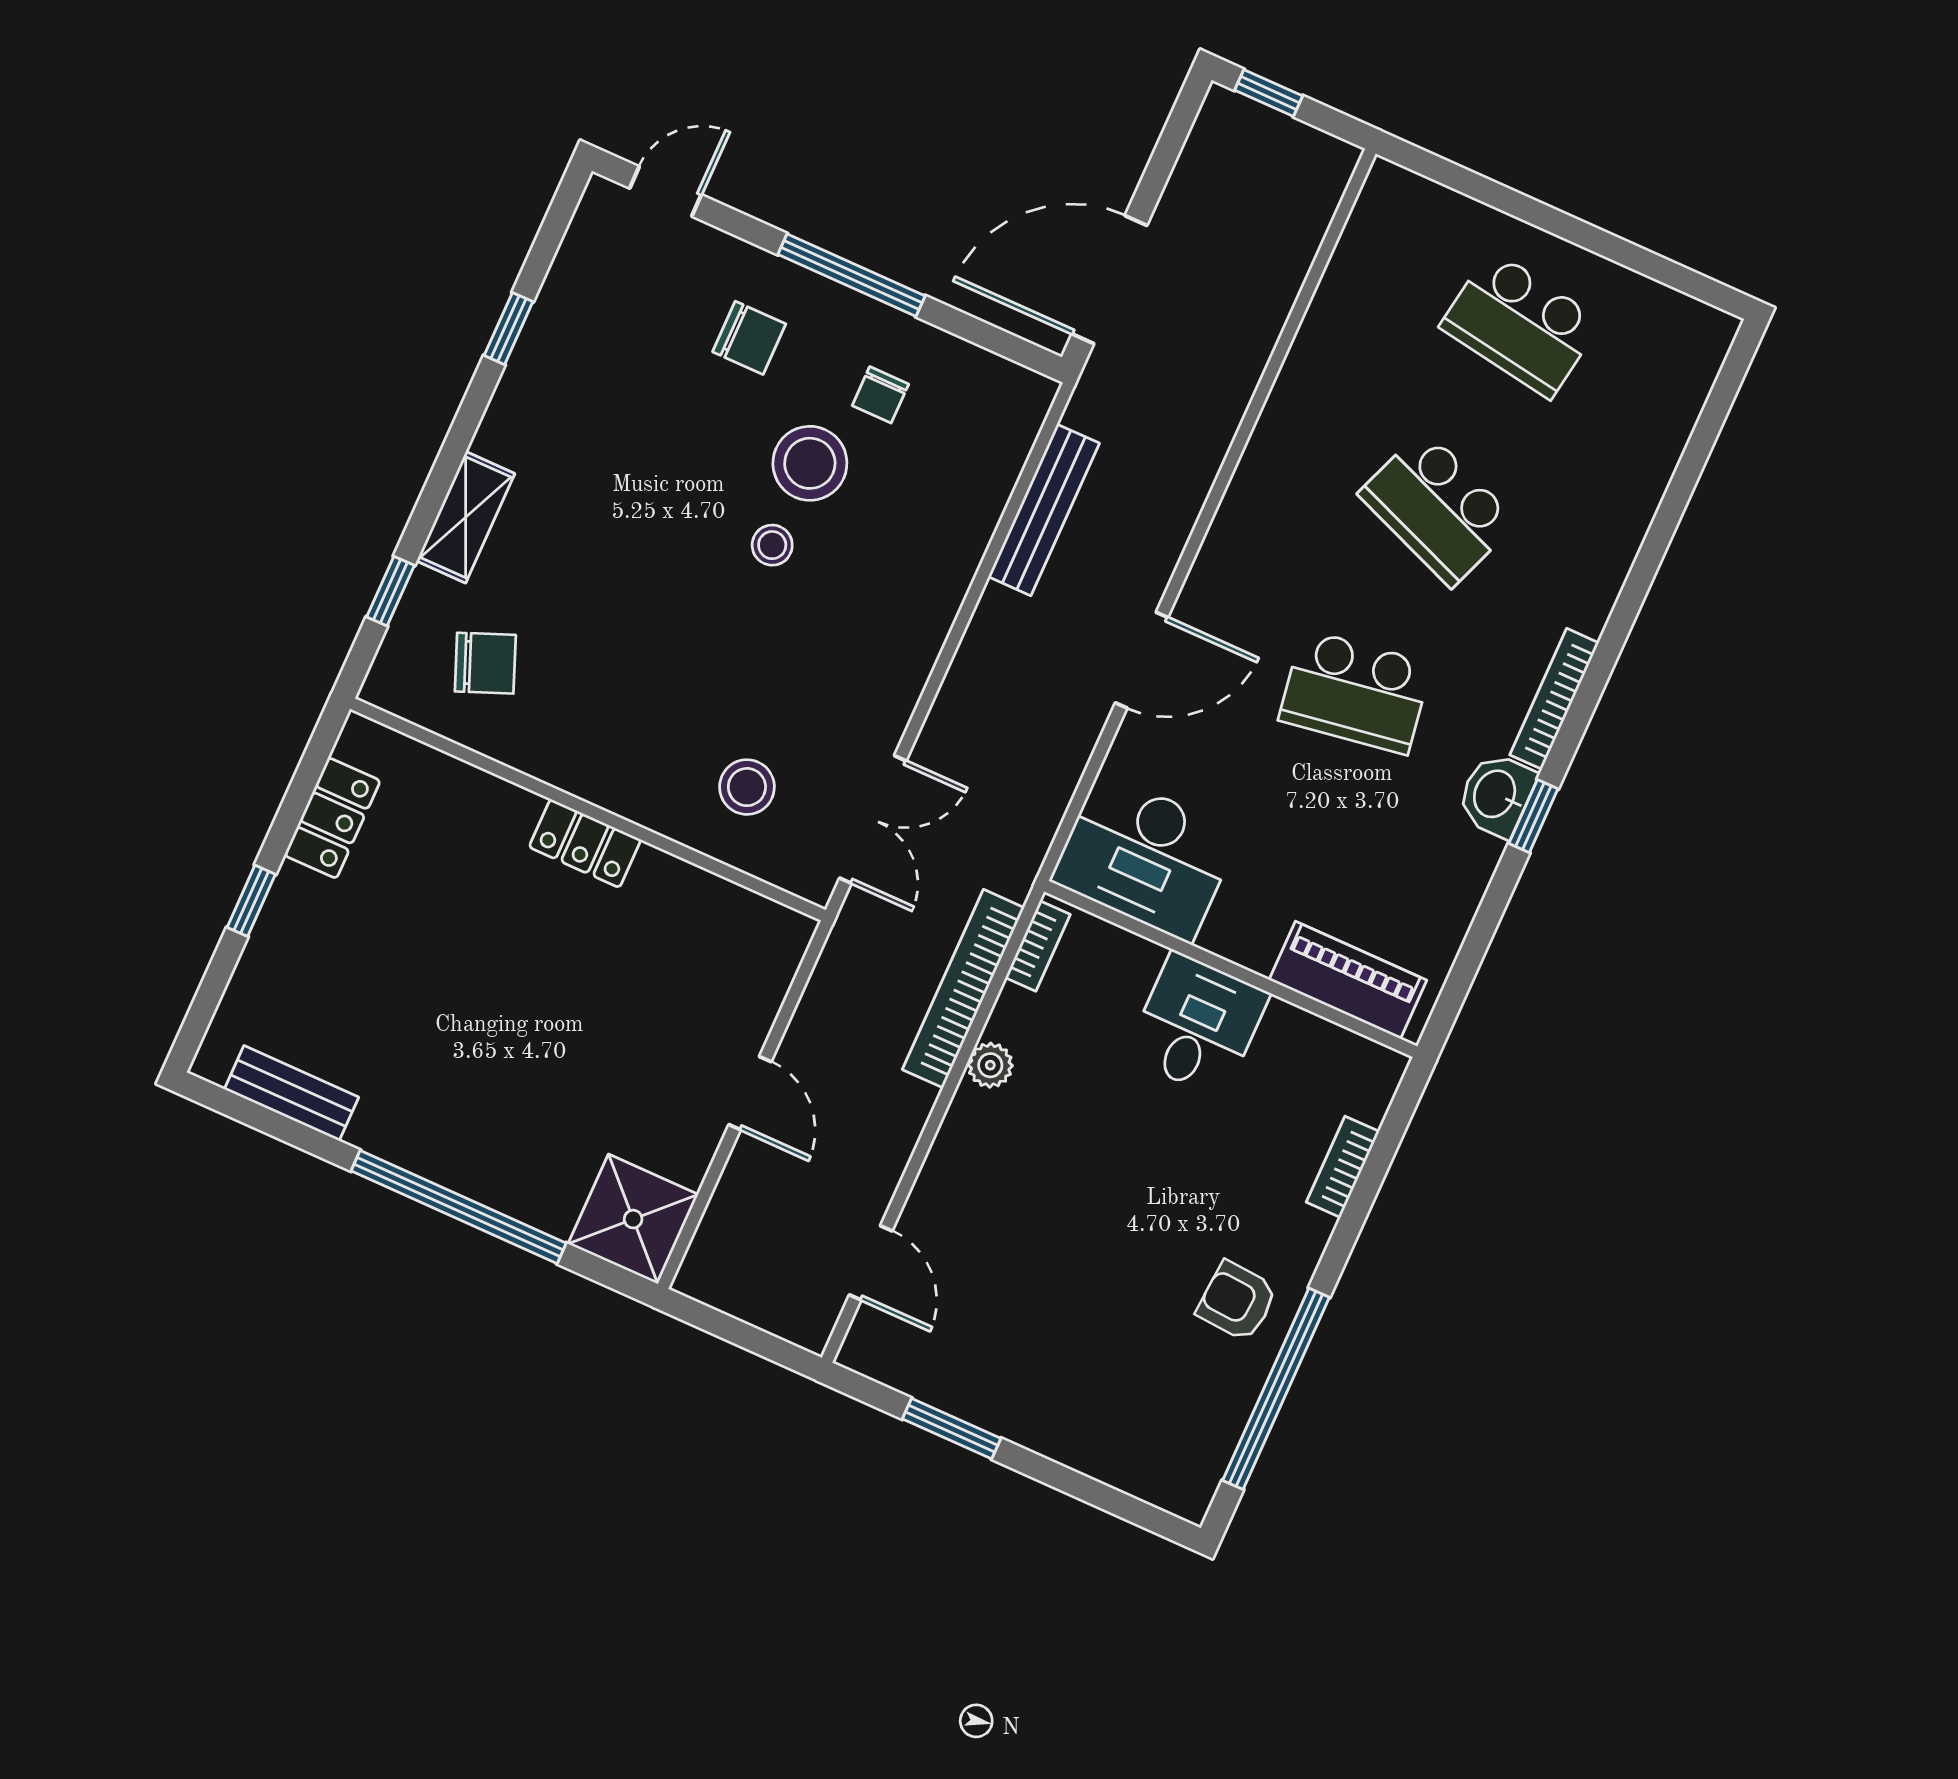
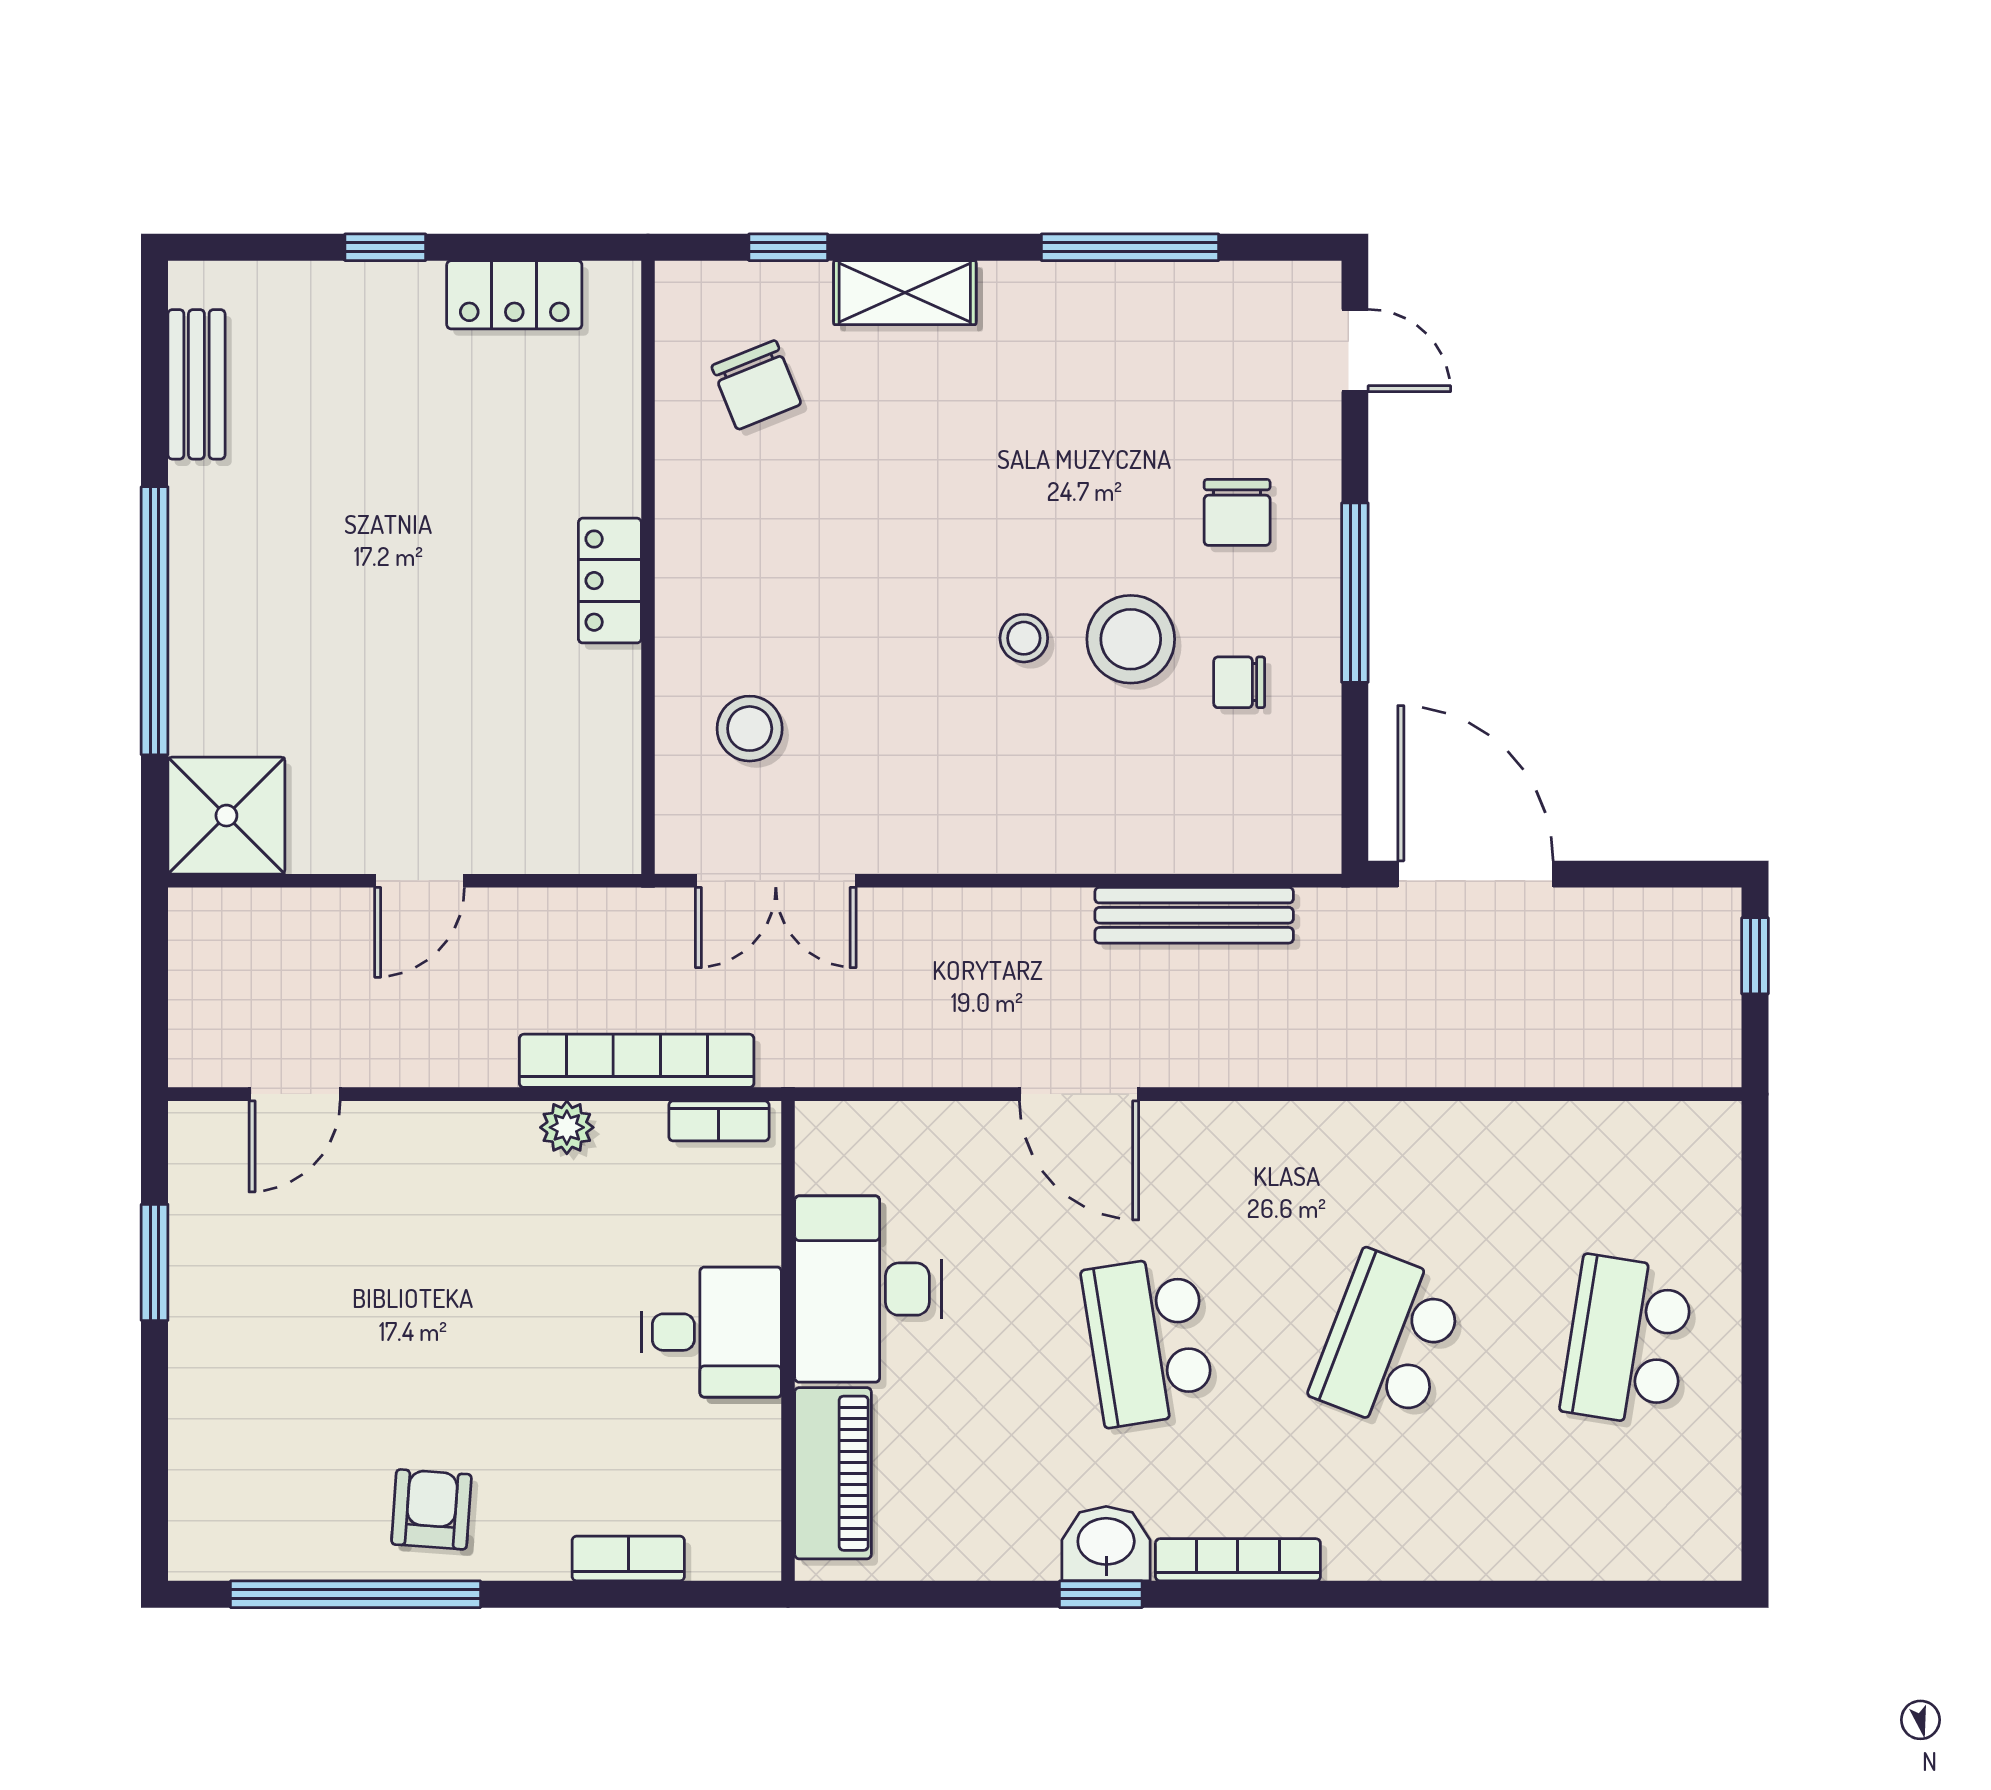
window: (508, 329) -> (1130, 247), width x2.17
desk: (1145, 857) -> (868, 1289), moved

